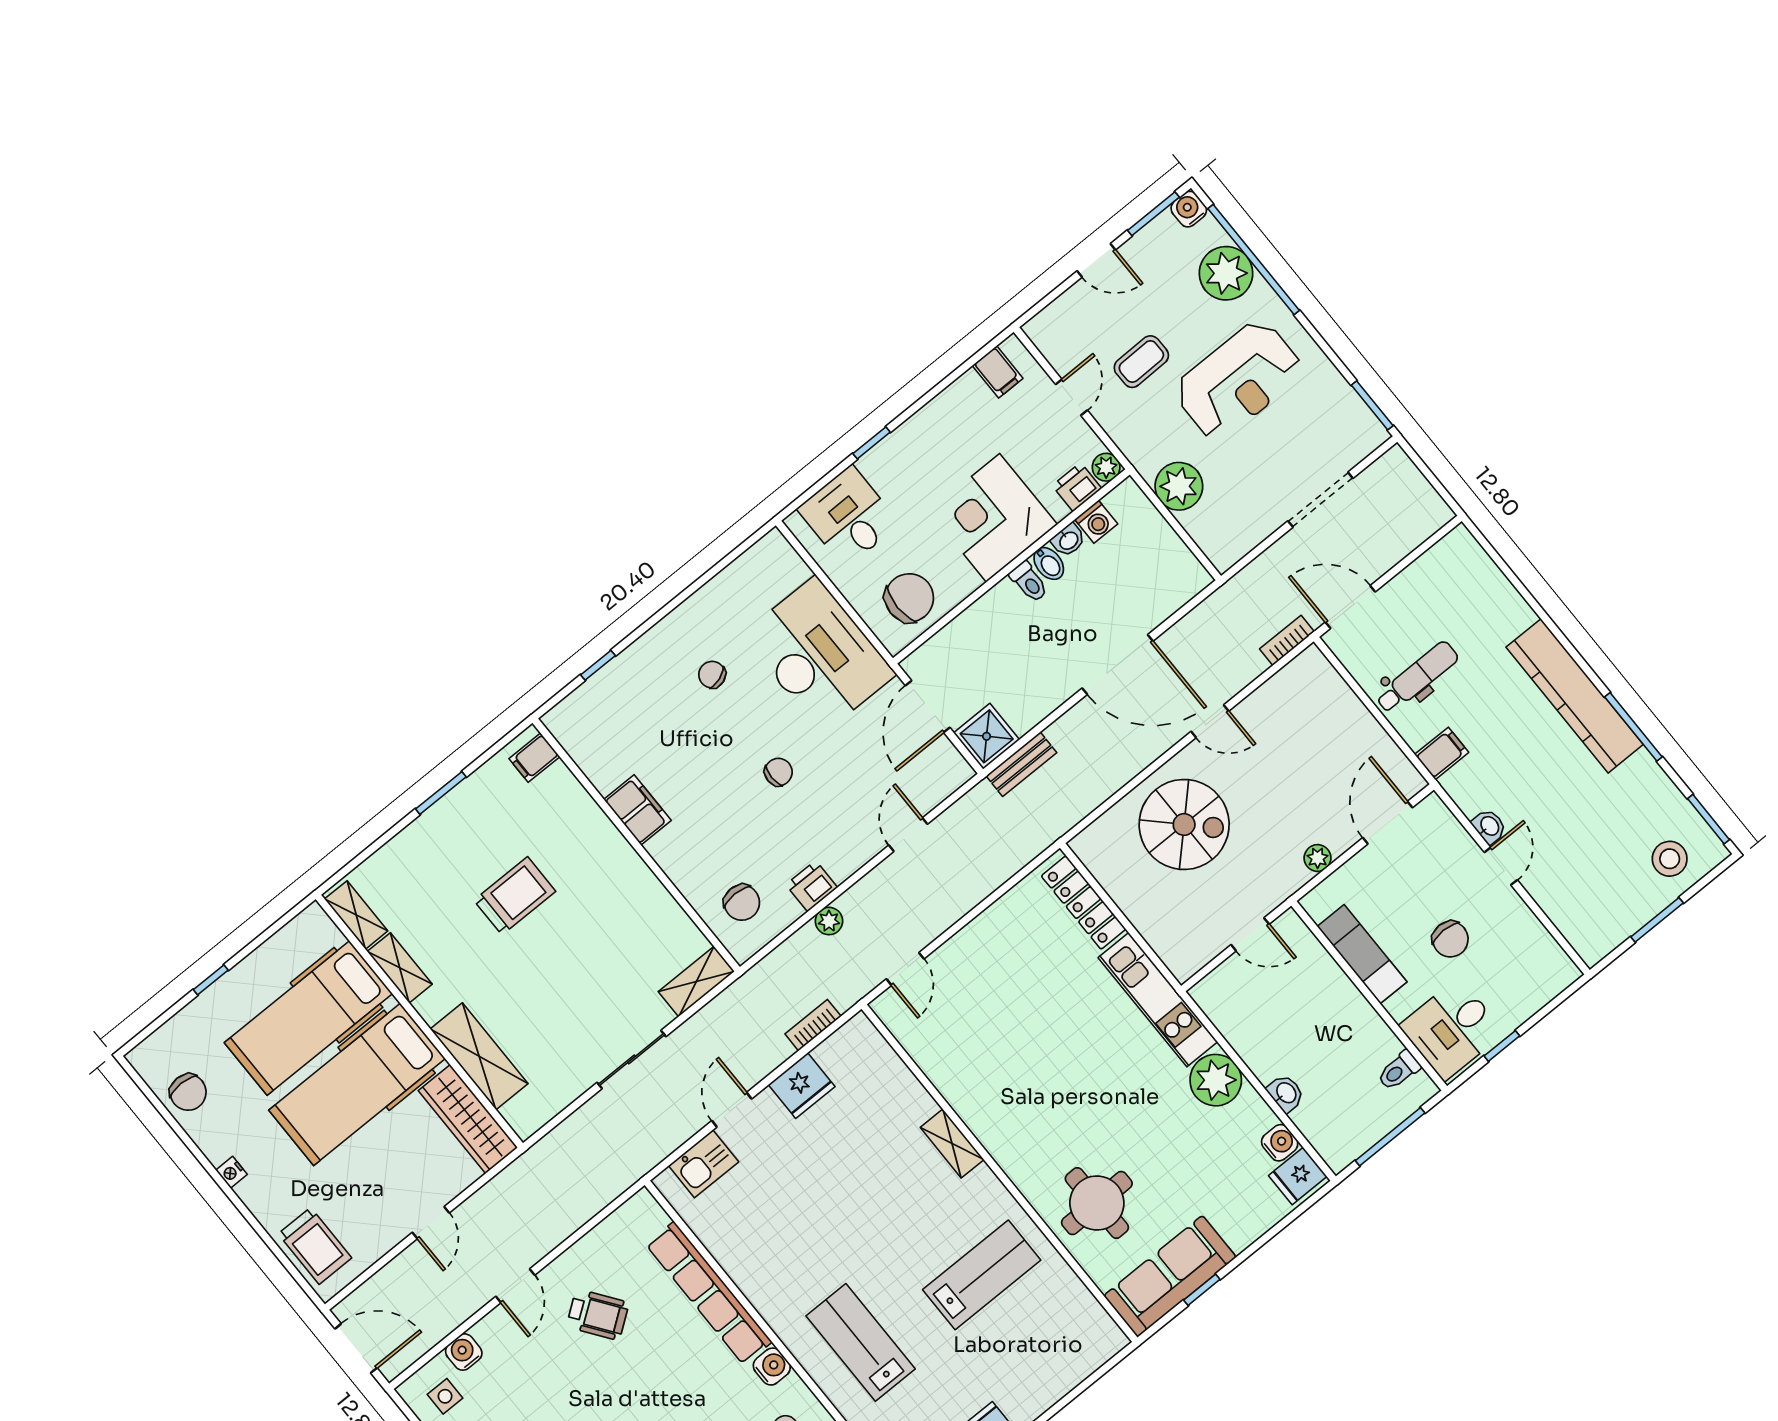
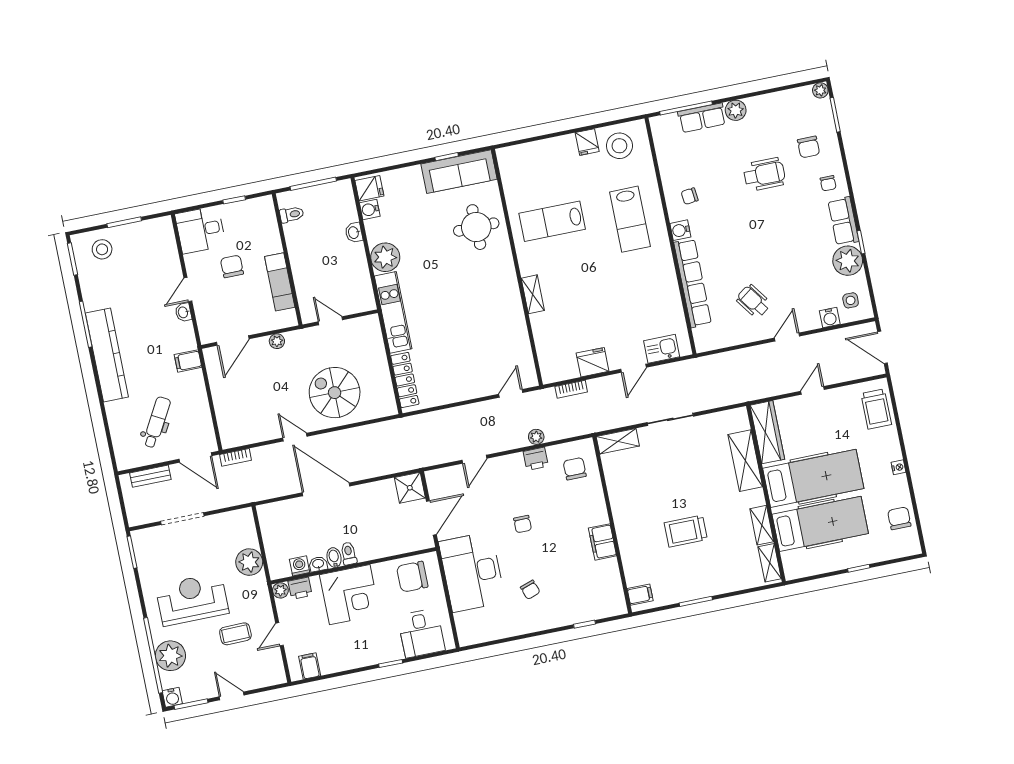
dental chair: (1417, 677) -> (157, 422), moved, turned 119
bench: (1021, 764) -> (150, 476), moved
chair: (778, 772) -> (523, 524), turned -90
desk: (1452, 1029) -> (200, 230), moved, turned 180
trolley: (315, 1246) -> (876, 409), turned 180

